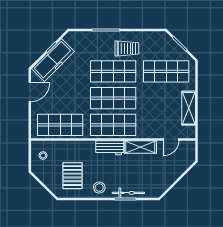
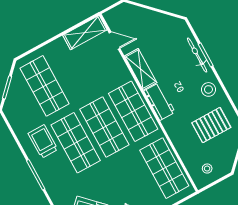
shelving: (189, 108) -> (85, 33), moved

